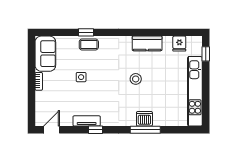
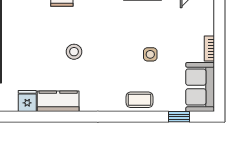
window: (86, 32) -> (179, 117), moved
fridge: (179, 44) -> (27, 101), moved

